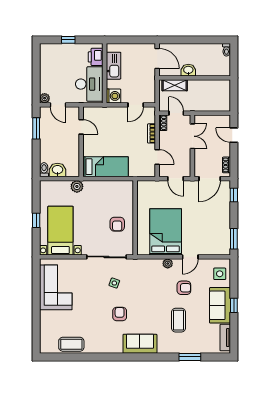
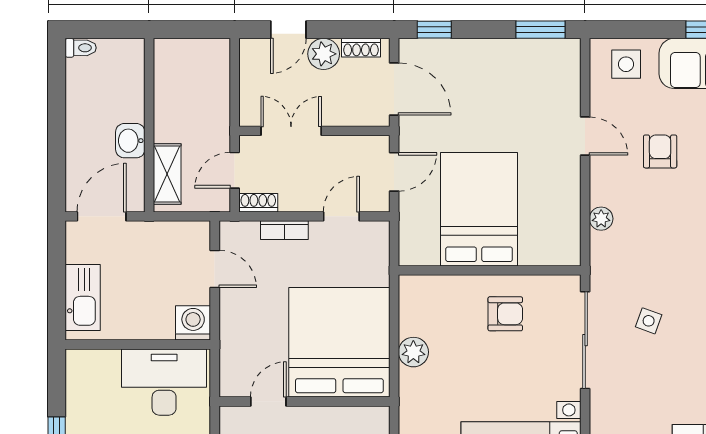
printer: (96, 57) -> (98, 366), removed
kitchen sink: (114, 66) -> (83, 298), moved, turned 90
plant: (224, 150) -> (324, 54), added
bed: (106, 167) -> (339, 342), width x2.04
plant: (77, 186) -> (413, 352), moved
bed: (166, 232) -> (479, 209), moved, turned 90
plant: (168, 264) -> (601, 219), moved

